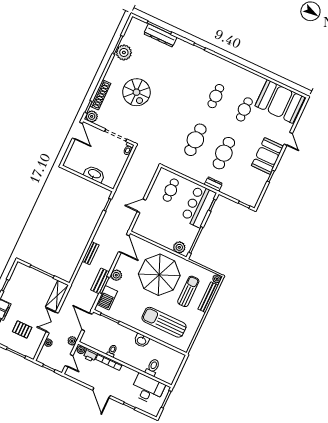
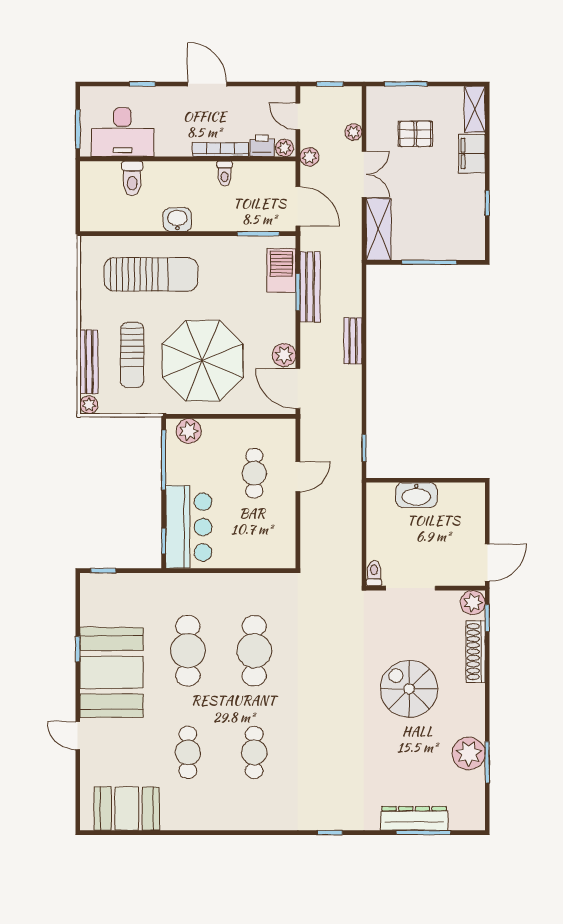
booth: (280, 102) -> (127, 809), width x0.73, depth x0.70
door: (77, 131) -> (487, 562), swing flipped
booth: (267, 156) -> (111, 672), width x1.36, depth x1.42
dresser: (213, 184) -> (180, 582), removed
cafe table: (171, 190) -> (254, 473), moved
plant: (116, 275) -> (284, 355), moved
bench: (100, 281) -> (310, 287), width x1.36

